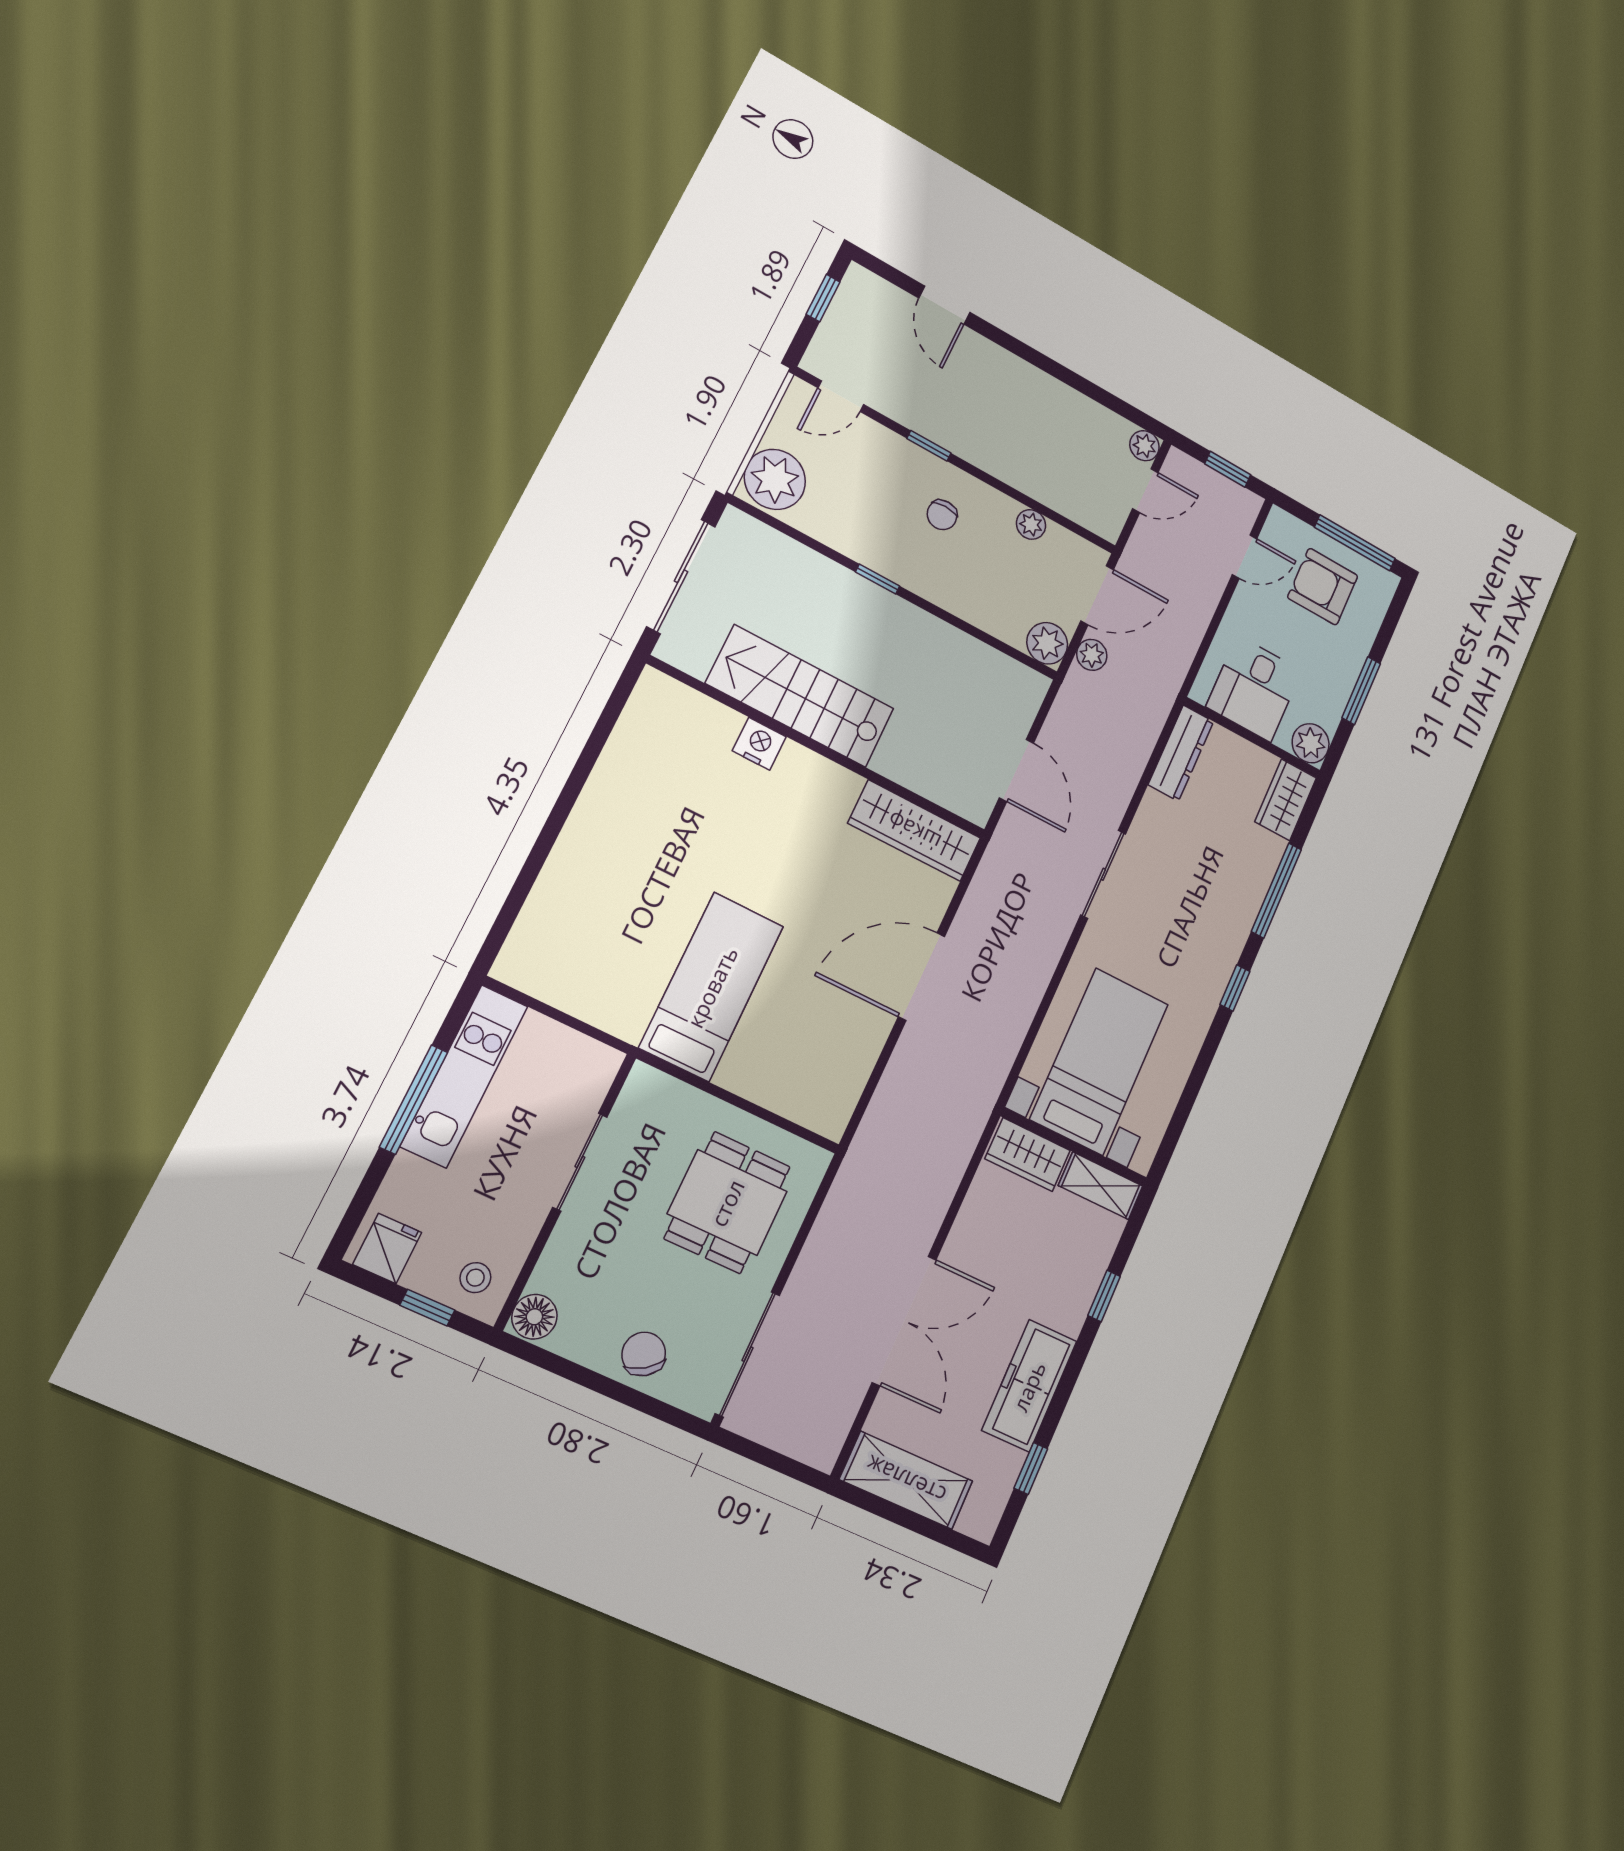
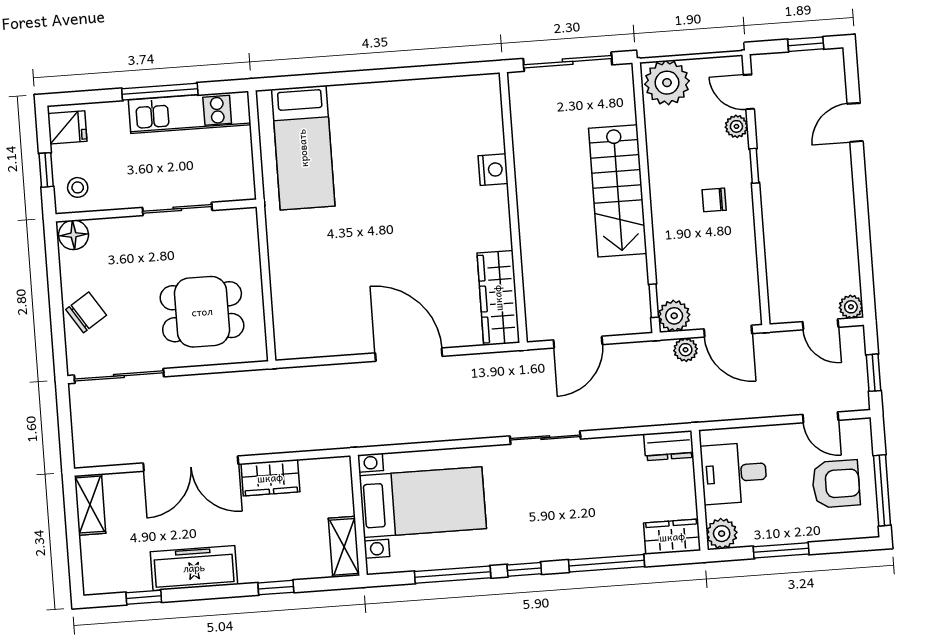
plant: (1031, 524) -> (736, 126), moved
window: (878, 579) -> (654, 301), moved
armchair: (1323, 587) -> (836, 484), turned 90
stairs: (800, 696) -> (618, 191), moved, turned 180
dresser: (1181, 753) -> (669, 446), width x0.70
bed: (712, 987) -> (303, 148), moved, turned 90
window: (1198, 1075) -> (453, 575), added
wardrobe: (1028, 1155) -> (270, 478), moved, turned -90
shelving: (906, 1480) -> (90, 505), width x0.67, depth x0.75

